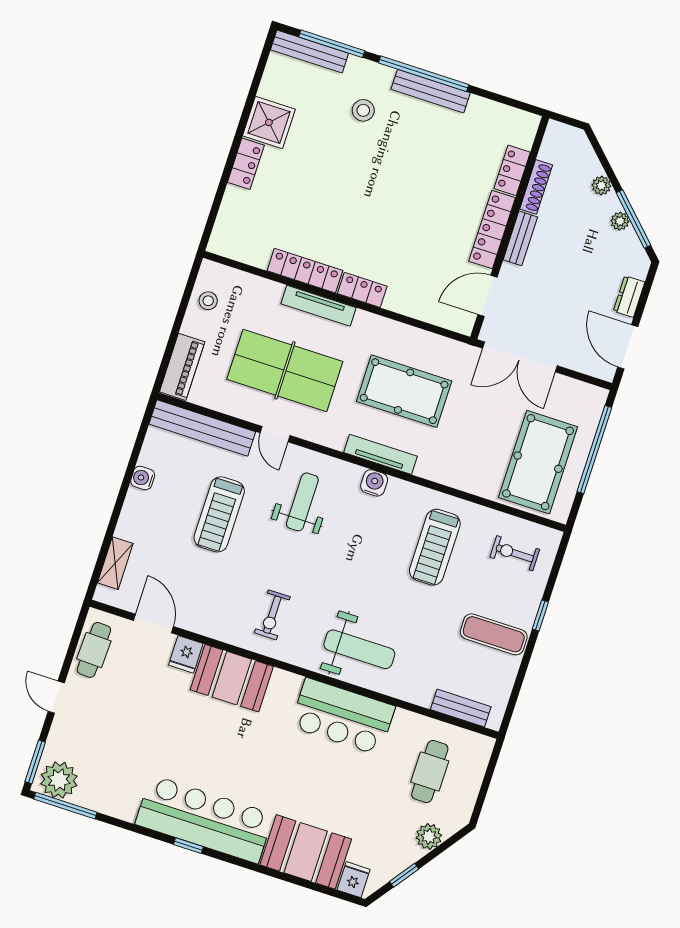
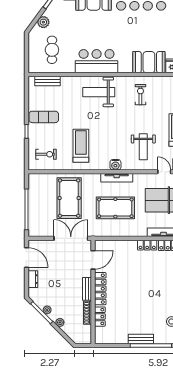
bench: (431, 91) -> (141, 339), width x0.73
pool table: (538, 462) -> (69, 198), moved

